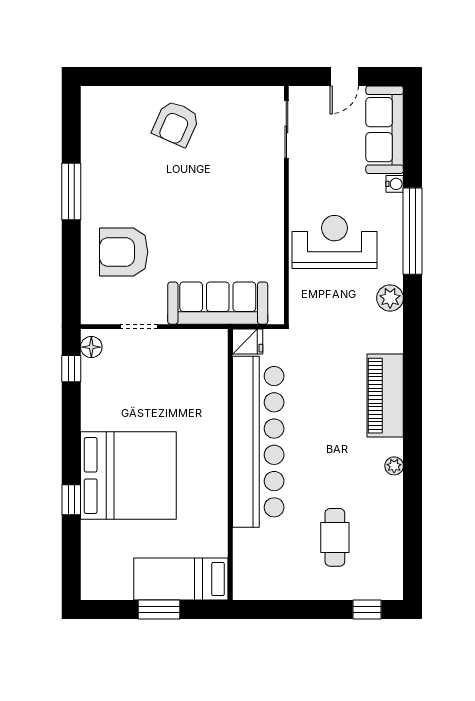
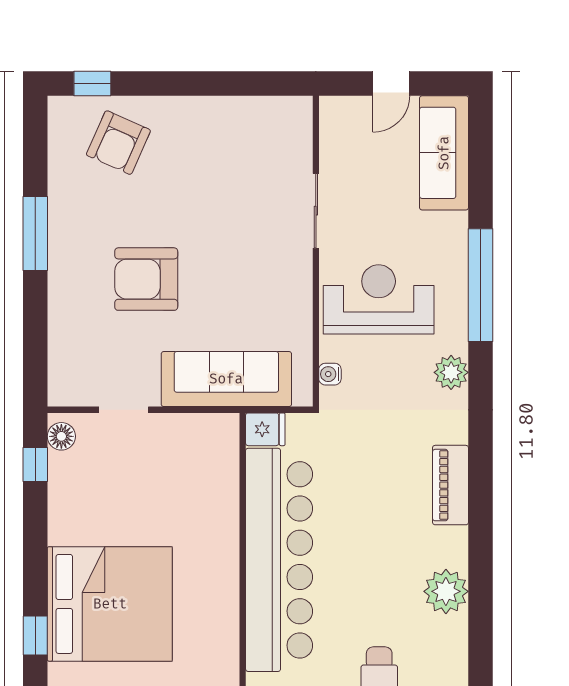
window: (115, 76) -> (92, 83), added
armchair: (176, 123) -> (118, 143), moved
sliding door: (286, 129) -> (316, 211), moved
water cooler: (395, 184) -> (330, 374), moved, turned 180
armchair: (124, 252) -> (146, 279), moved
piano: (385, 396) -> (451, 485), width x0.73, depth x0.75
plant: (394, 466) -> (446, 591), width x1.88, depth x1.88

